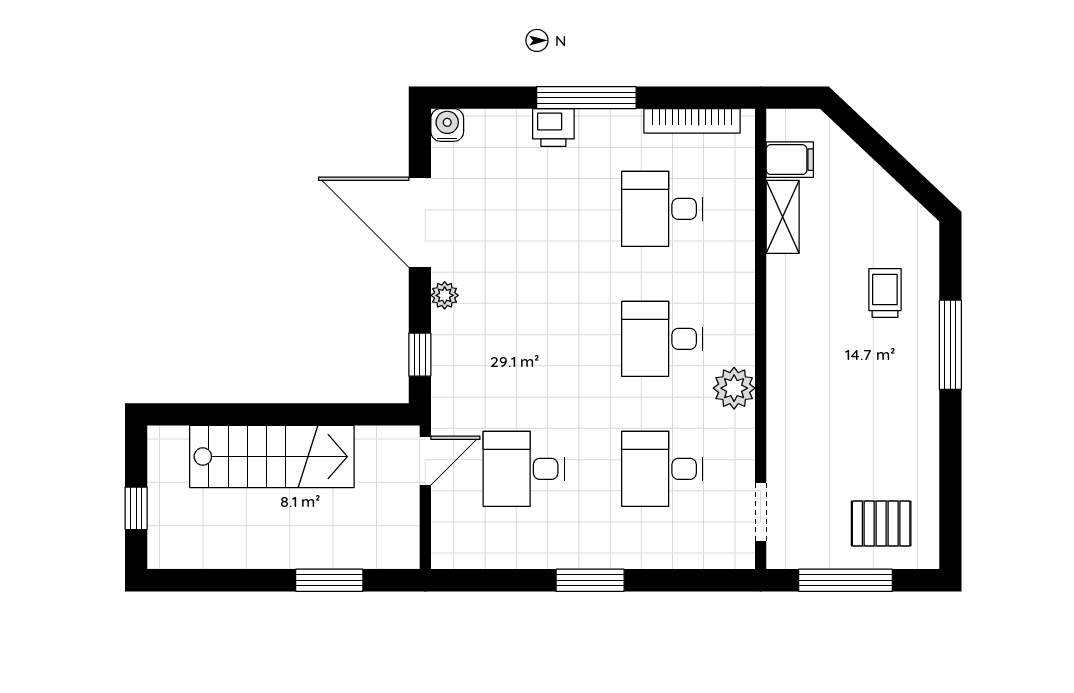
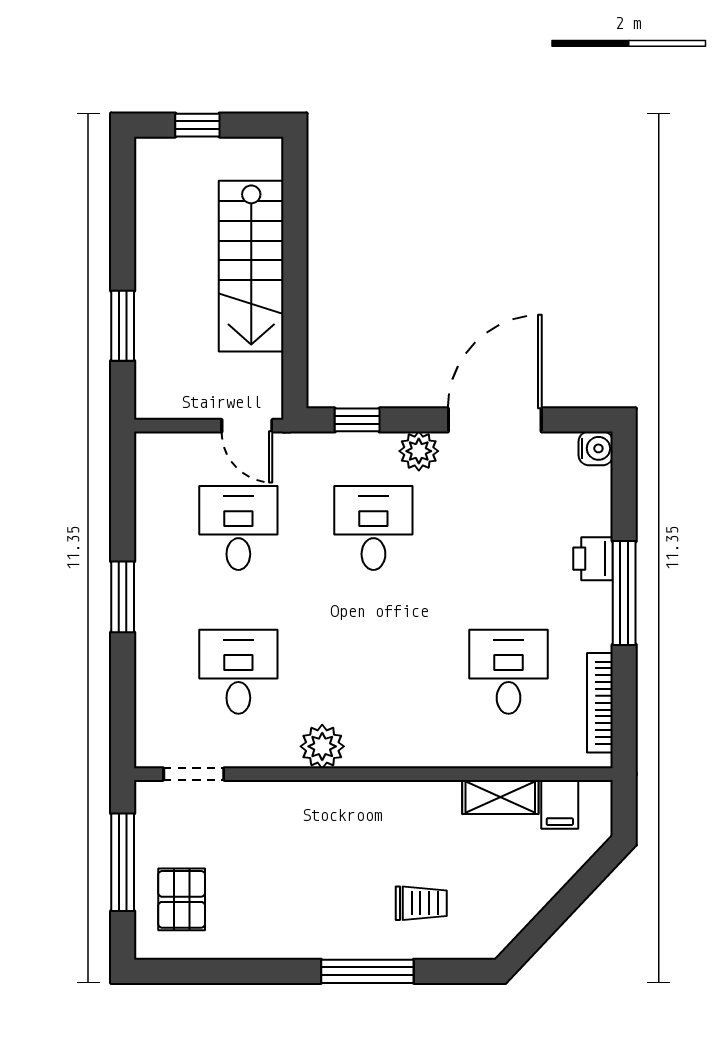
plant: (445, 295) -> (419, 451), width x1.38, depth x1.38
desk: (662, 339) -> (373, 528), moved

